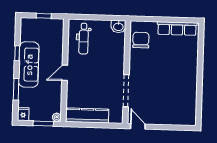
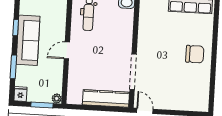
chair: (141, 40) -> (195, 54), moved, turned 90
kitchen counter: (87, 115) -> (106, 98), moved

